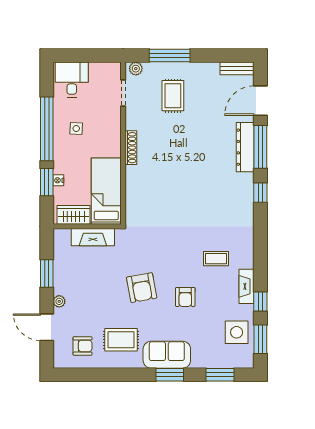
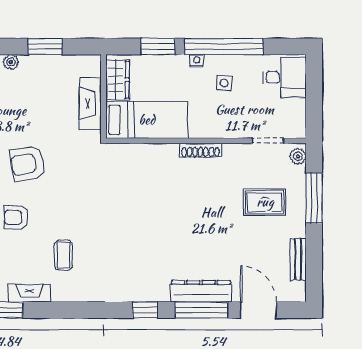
bench: (237, 68) -> (298, 259), moved
nightstand: (58, 180) -> (197, 61), moved

